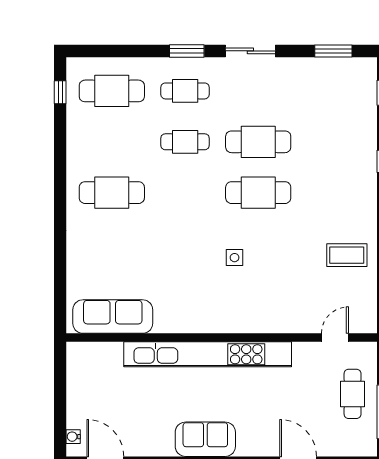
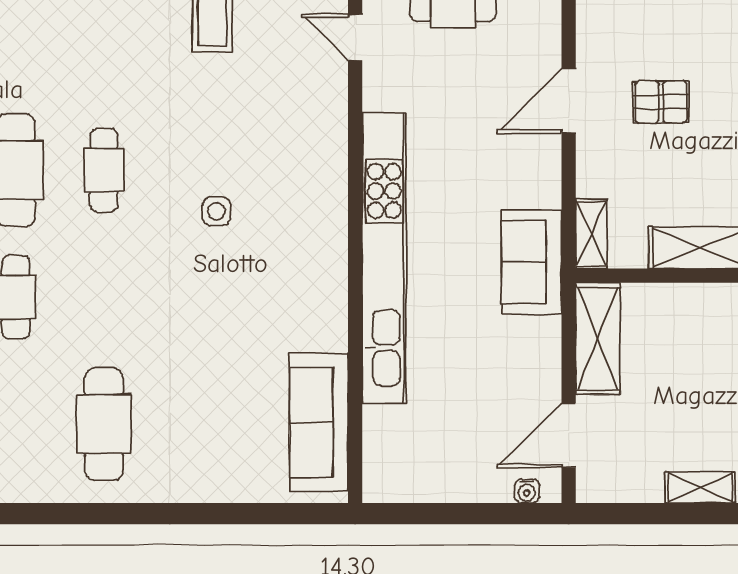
cafe table: (258, 193) -> (104, 170), width x0.73, depth x0.74

